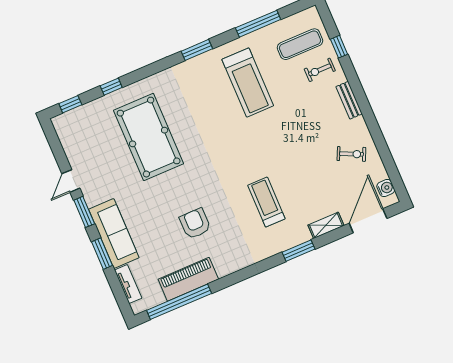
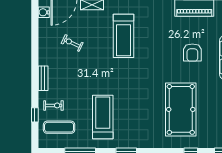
exercise bike: (351, 154) -> (72, 43), moved
treadmill: (266, 202) -> (123, 36), width x1.37, depth x1.38
armchair: (195, 224) -> (192, 53), moved

